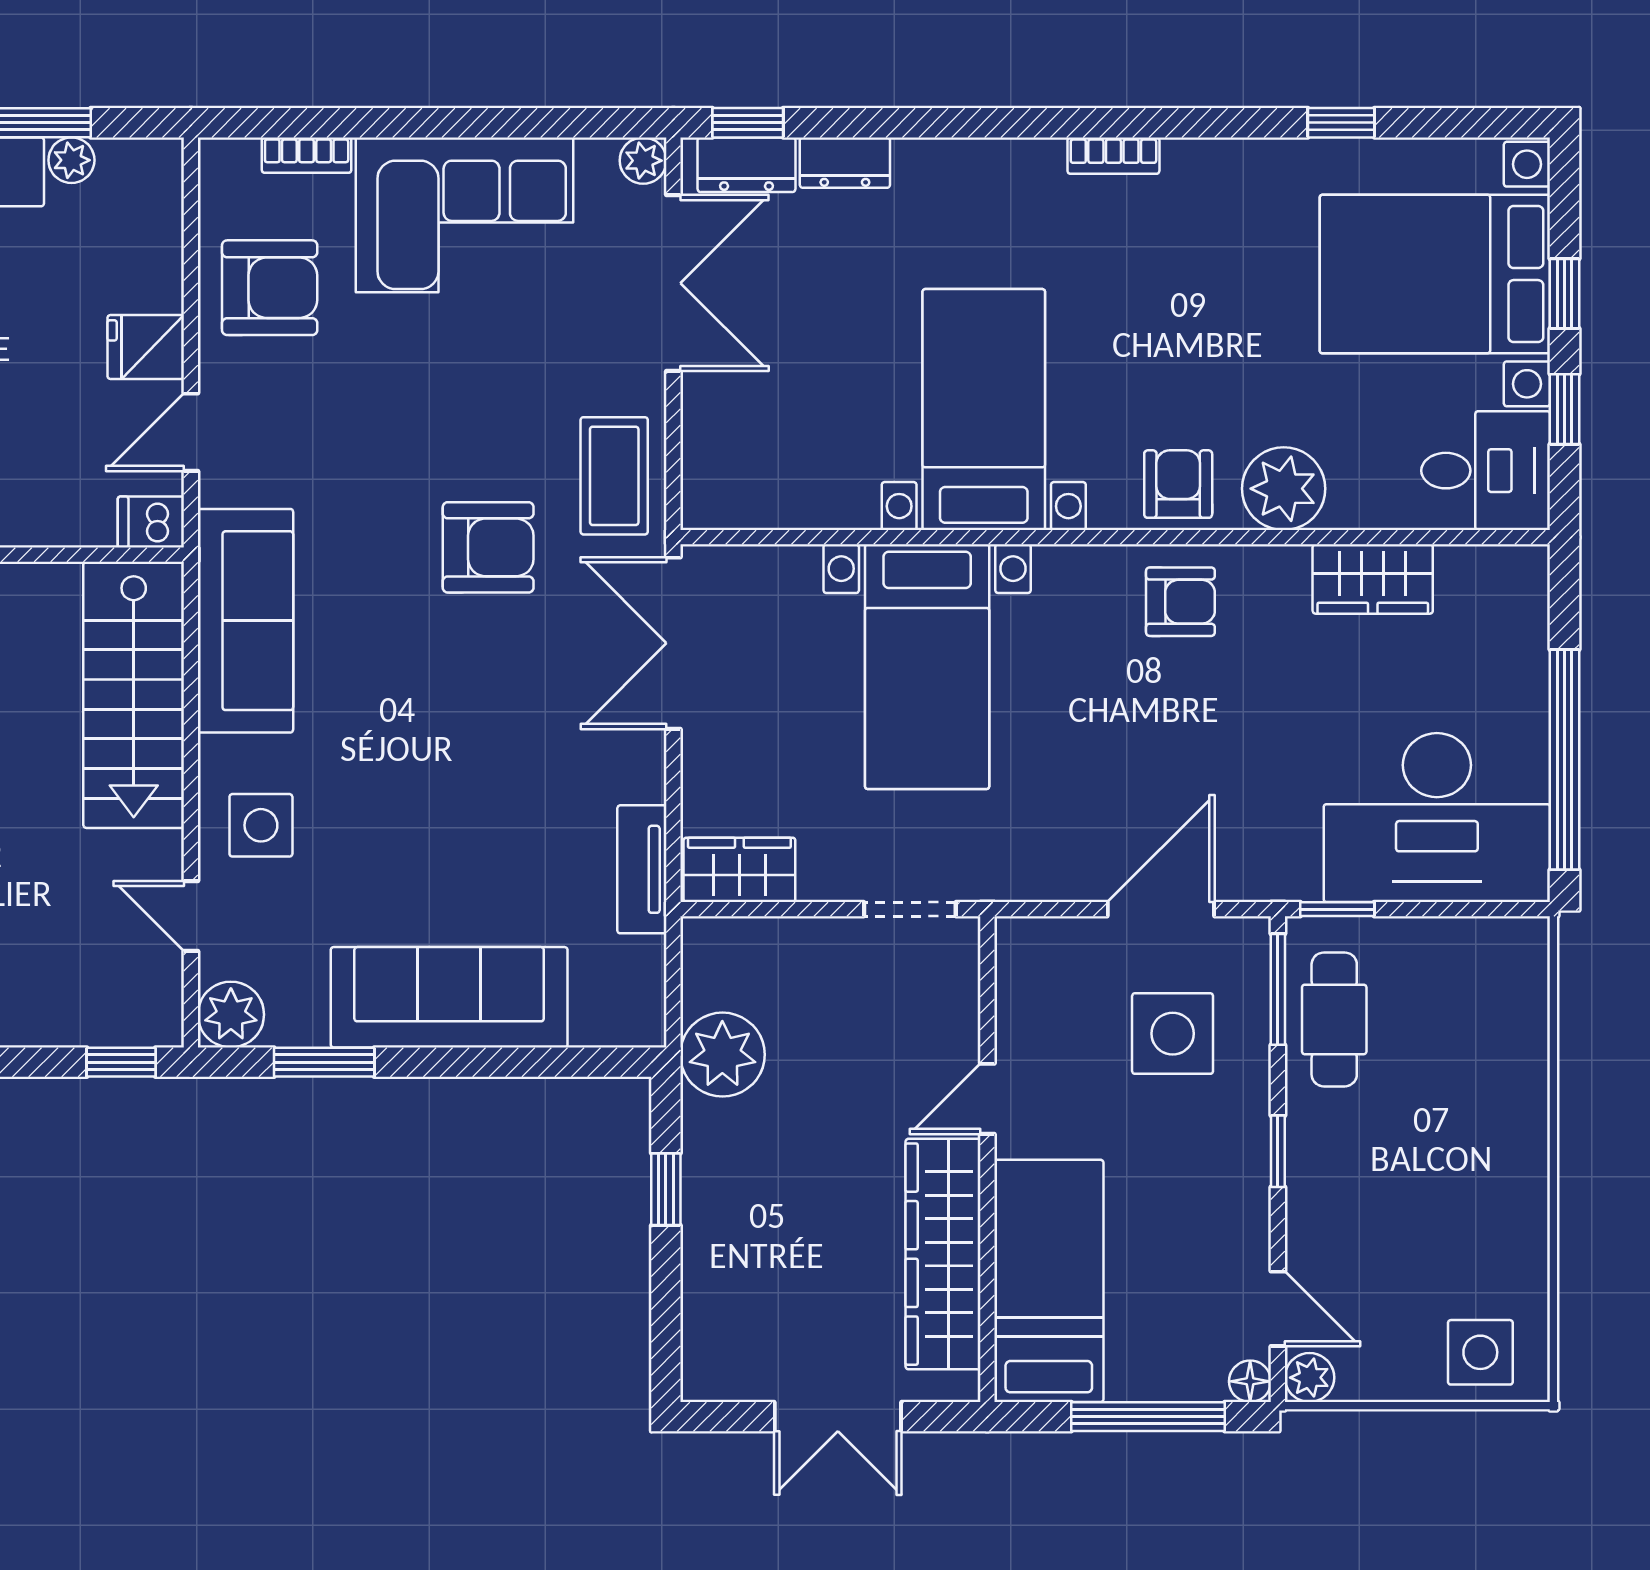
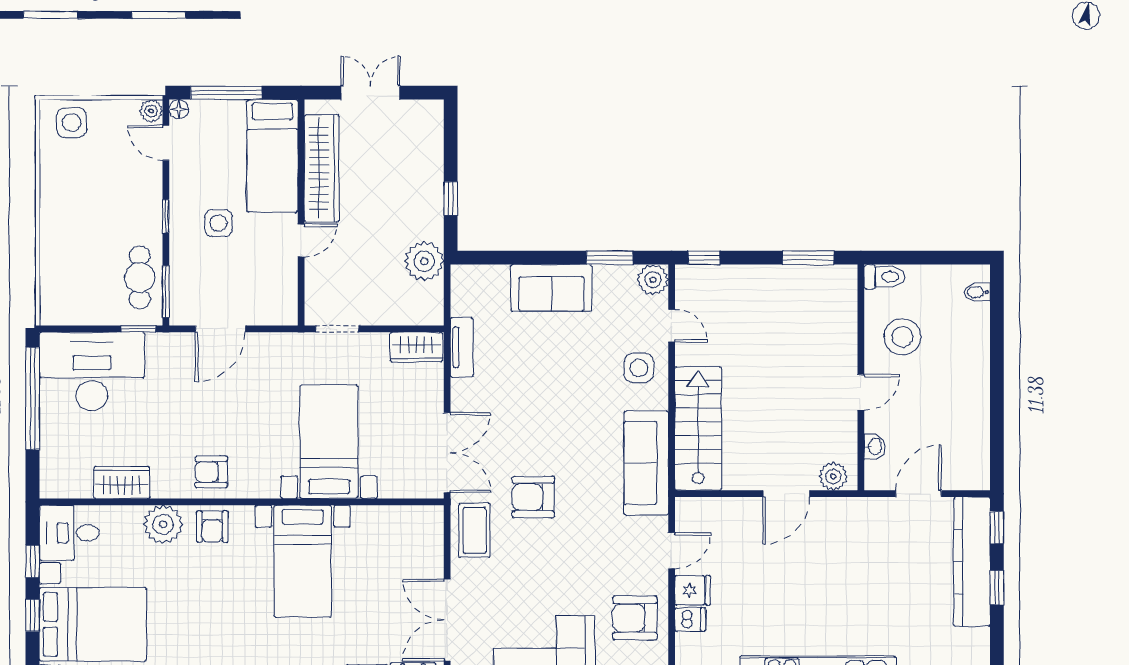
dishwasher: (151, 522) -> (690, 619), moved
sofa: (449, 997) -> (551, 288), width x0.73
side table: (1173, 1034) -> (218, 223), moved, width x0.73, depth x0.73

